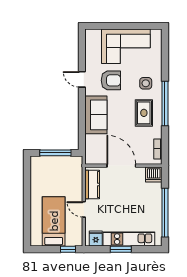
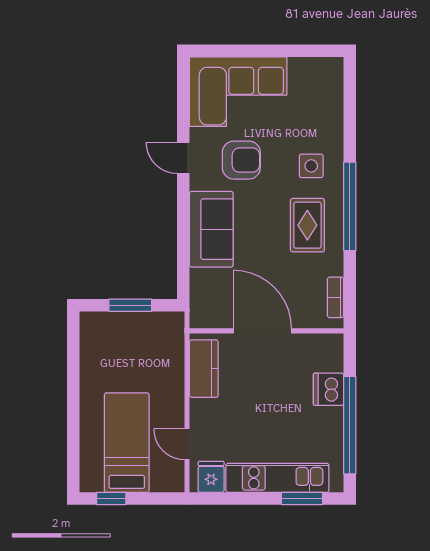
corner sofa: (126, 46) -> (238, 92), moved
window: (55, 153) -> (130, 305), width x0.69
dishwasher: (154, 174) -> (328, 389), moved, turned 90
door: (84, 209) -> (187, 444), moved
window: (68, 249) -> (111, 498), moved
window: (121, 249) -> (302, 498), moved

